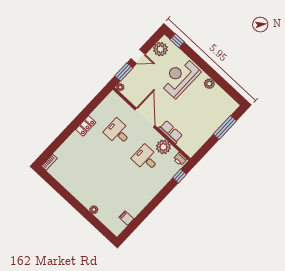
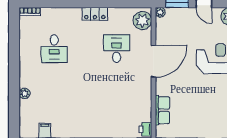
row of seats: (171, 132) -> (162, 110), moved
plant: (163, 147) -> (142, 21), moved
desk: (146, 158) -> (54, 49), moved, turned 180

